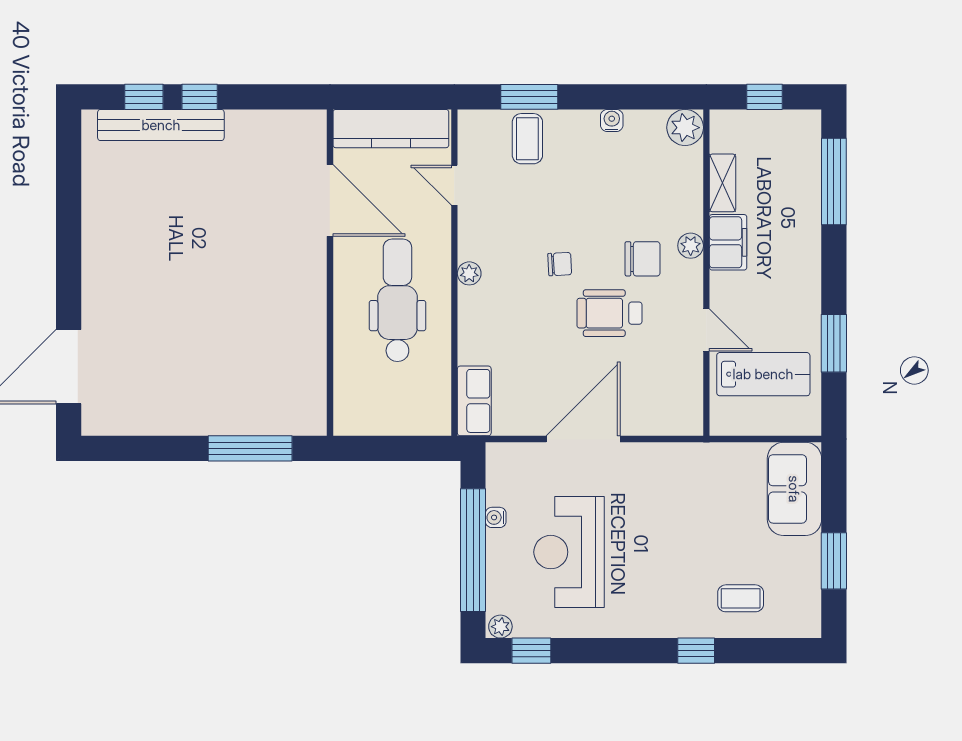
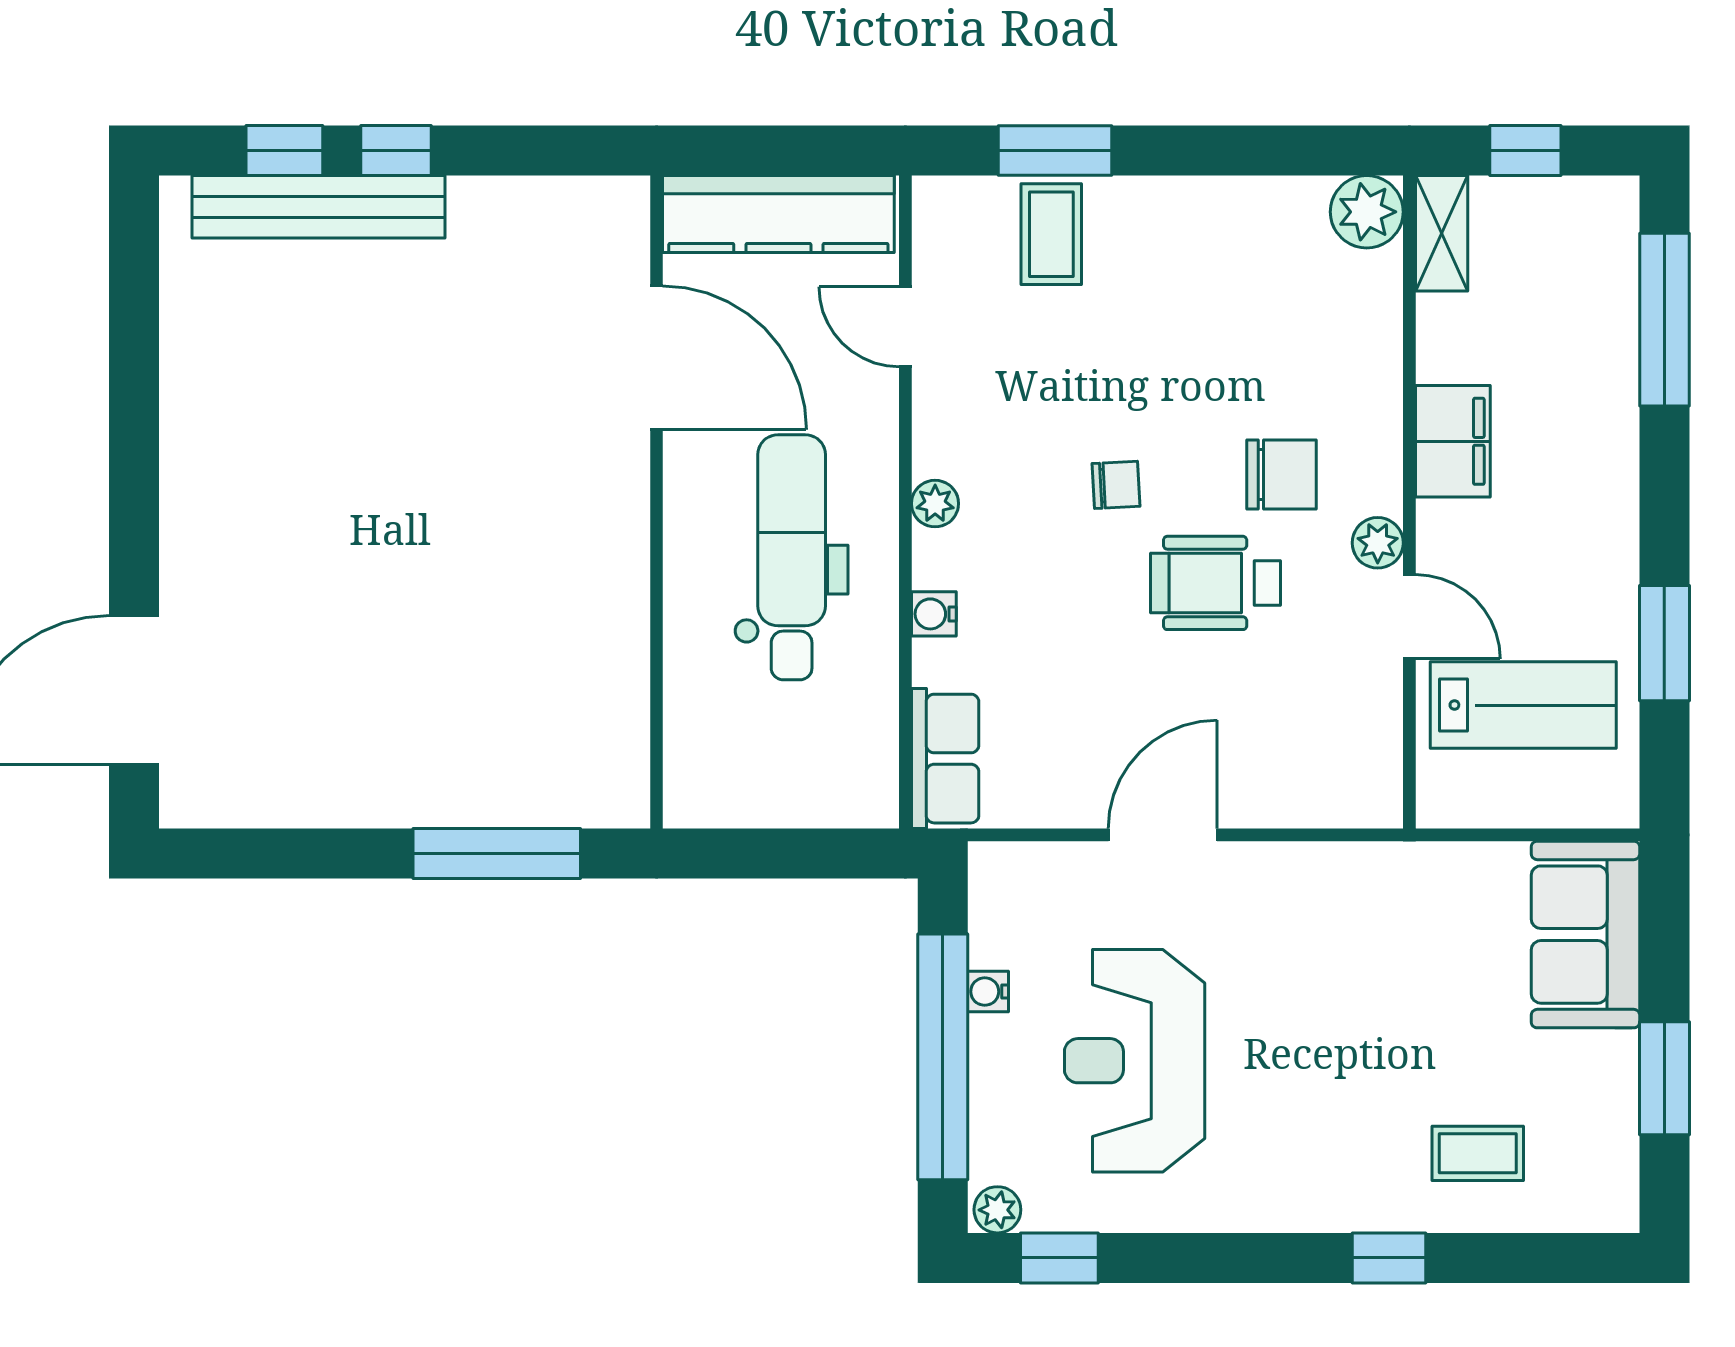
water cooler: (612, 120) -> (934, 614), moved, turned -90
shelving: (723, 183) -> (1442, 233), moved
plant: (691, 246) -> (1378, 543), moved
door: (583, 439) -> (1163, 835), width x0.73

